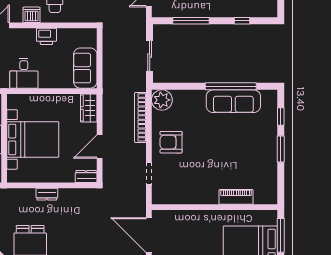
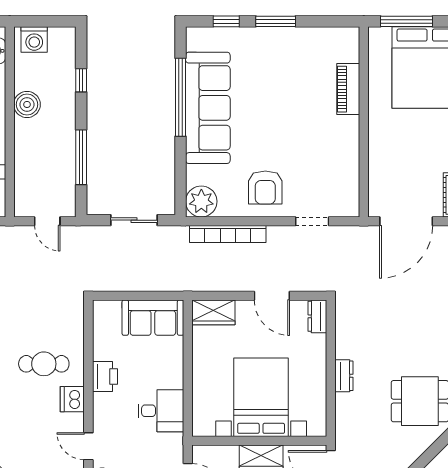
sofa: (233, 101) -> (208, 108), width x1.36, depth x1.27

